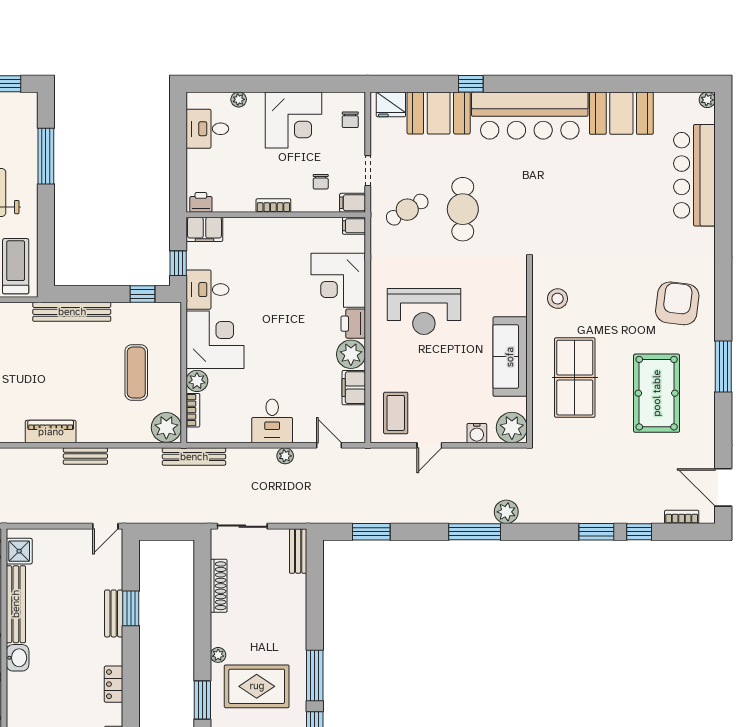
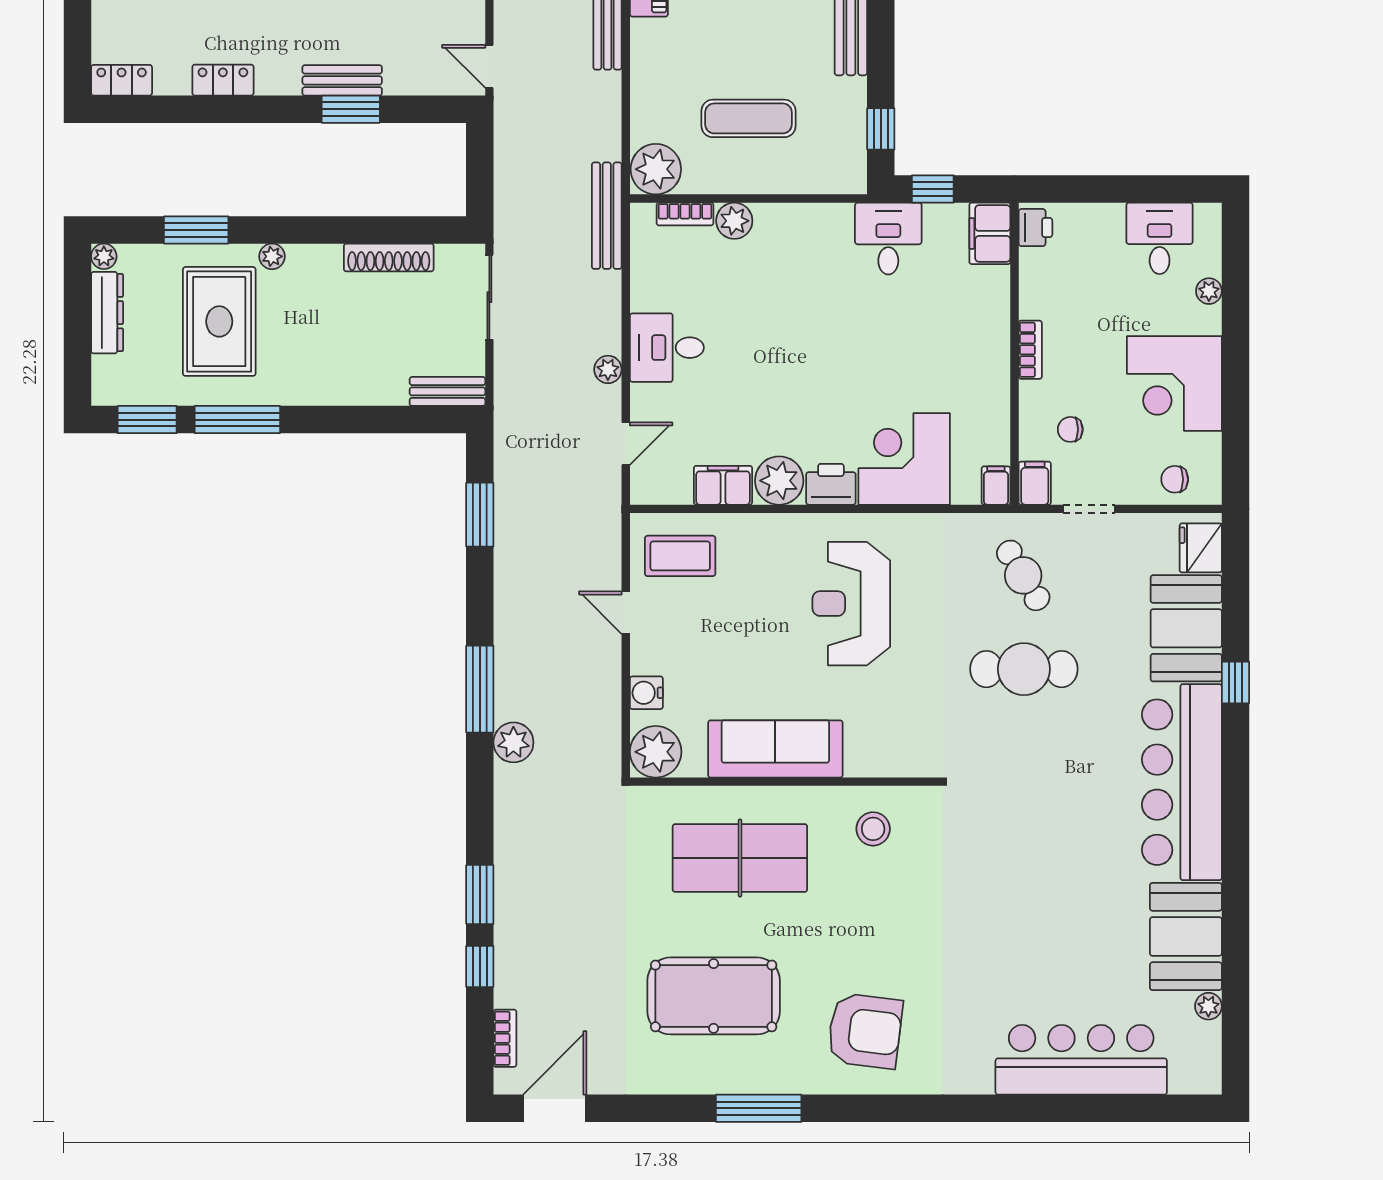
plant: (707, 100) -> (1208, 1006), moved
corner desk: (215, 340) -> (804, 251), removed

